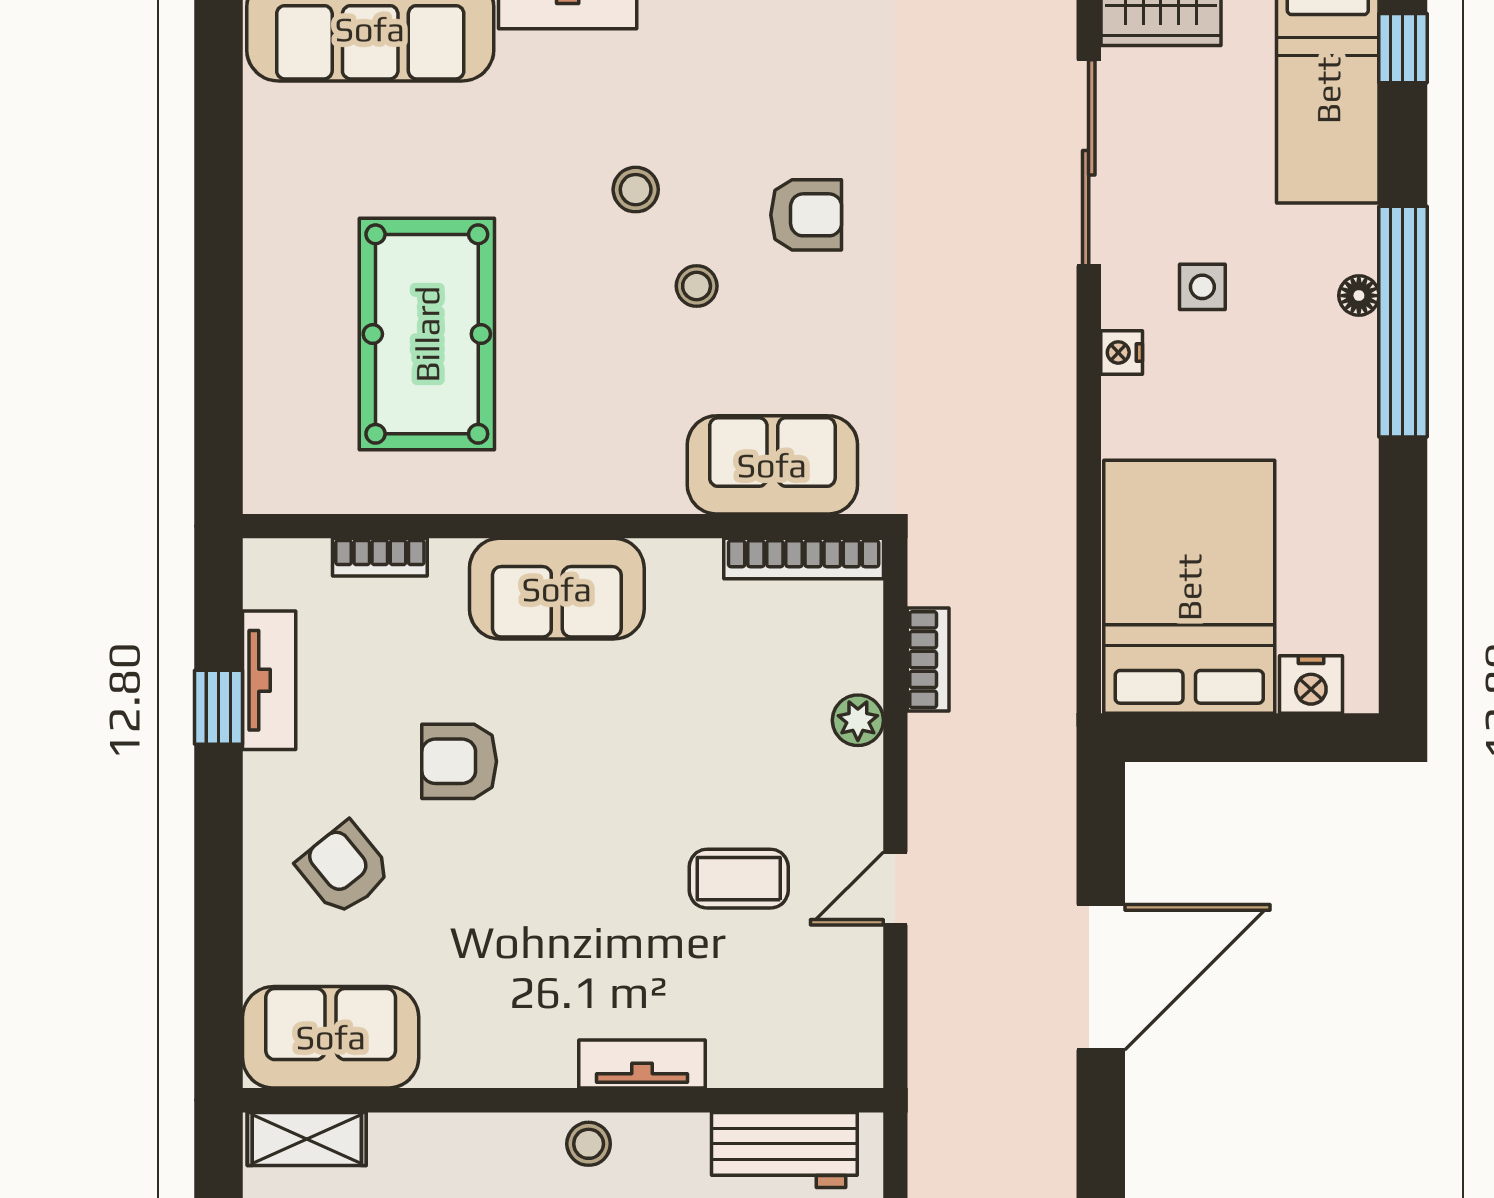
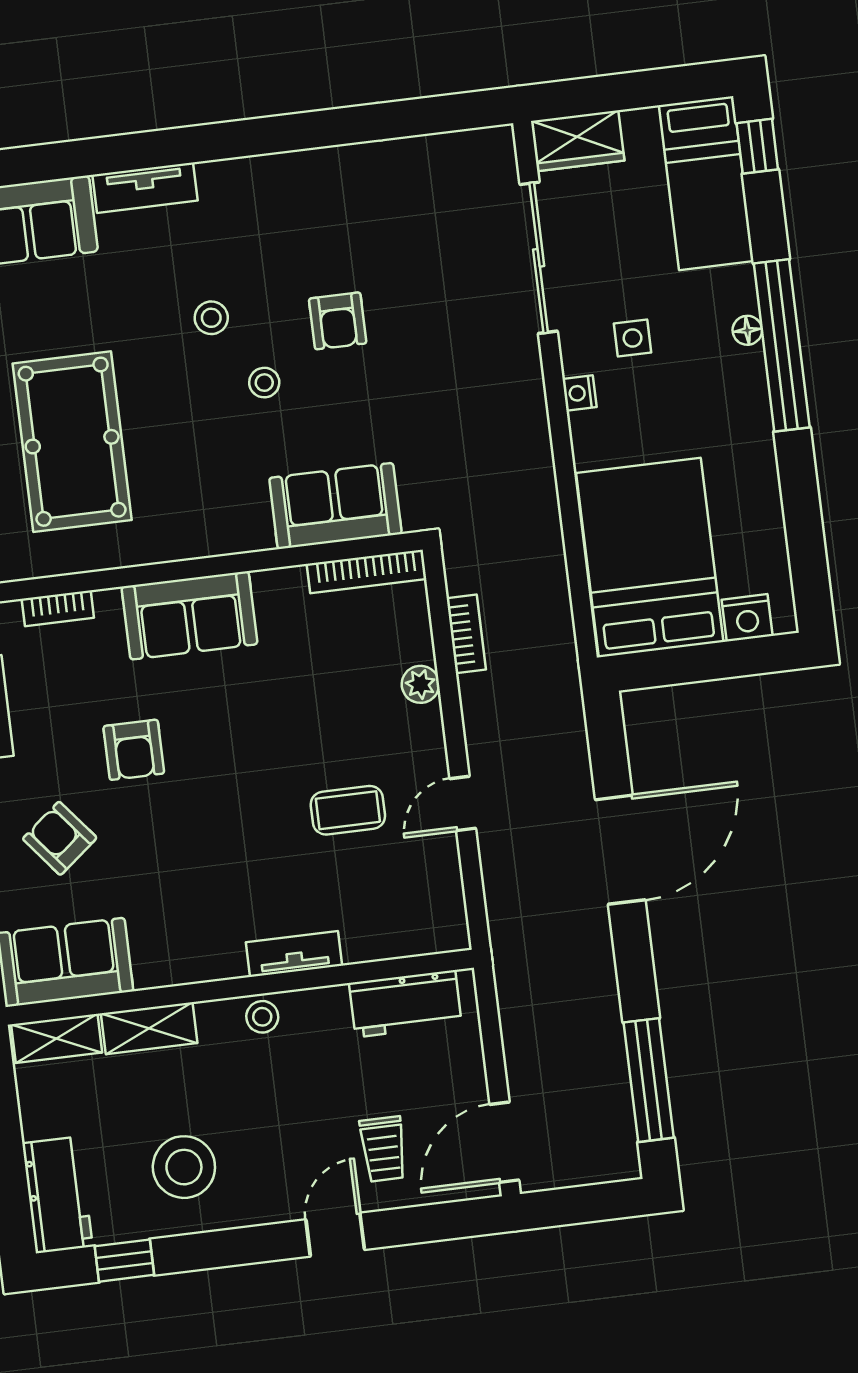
armchair: (806, 215) -> (338, 321), turned 90
armchair: (459, 761) -> (134, 750), turned -90
shelving: (434, 1141) -> (149, 1028), added

